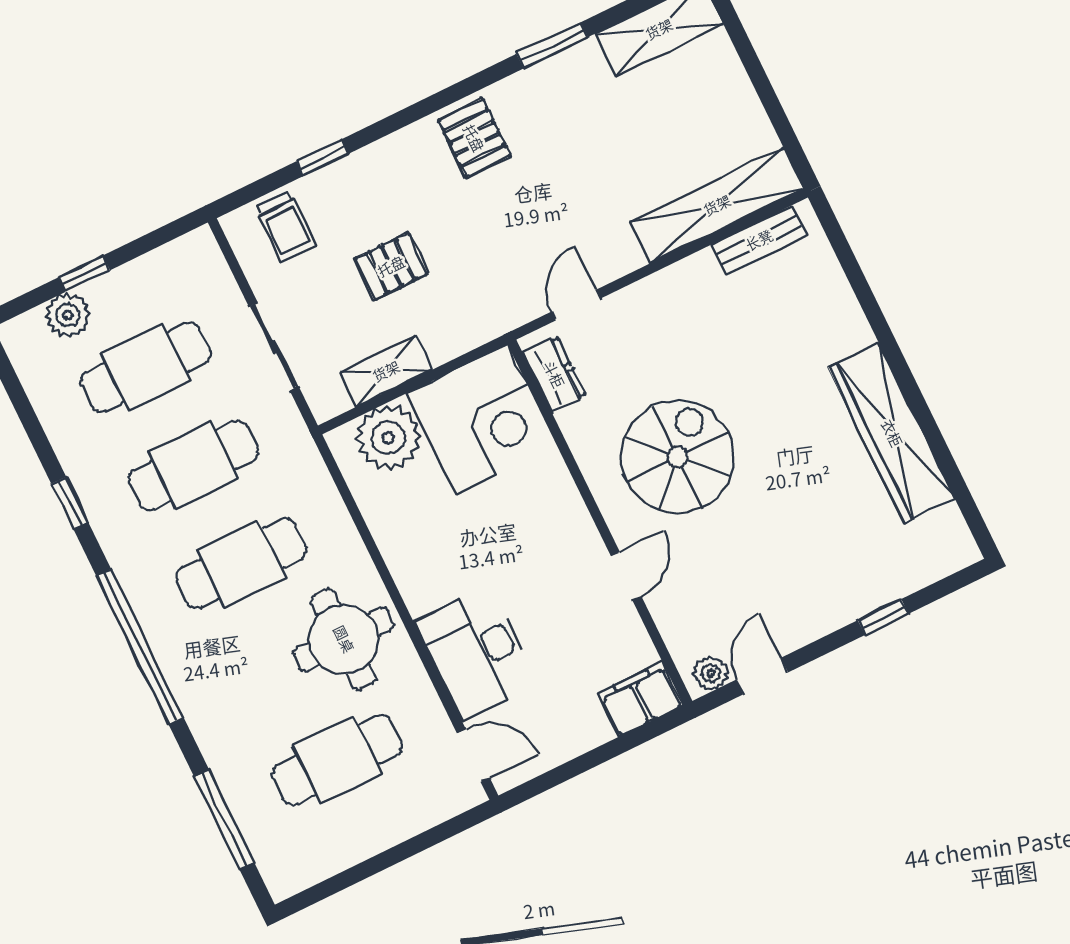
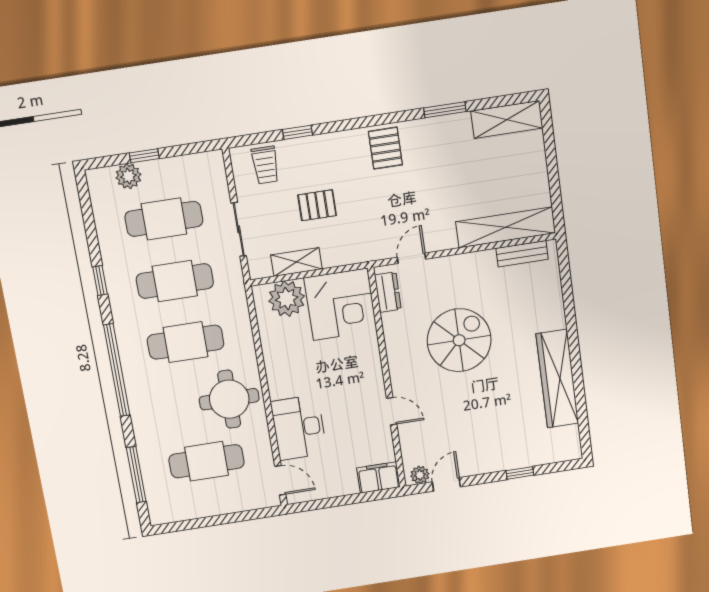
spiral stairs: (678, 457) -> (459, 340), moved
door: (626, 576) -> (392, 411), hinge flipped

